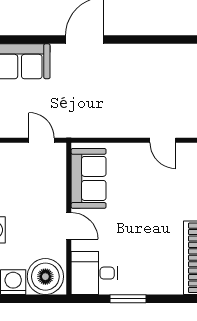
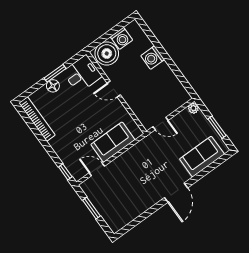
sofa: (89, 178) -> (113, 142), moved, turned 90
floor lamp: (142, 285) -> (53, 86), added

